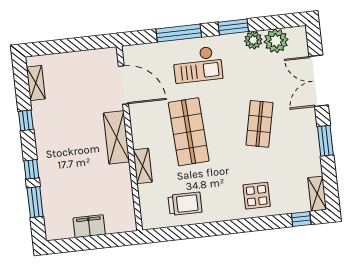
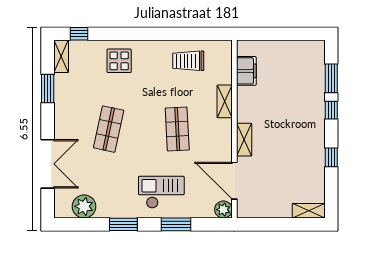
window: (179, 33) -> (176, 224), width x0.69
plant: (253, 40) -> (223, 210), moved
shelving: (36, 83) -> (309, 211), moved, turned 90
shop shelf: (189, 132) -> (177, 129), width x0.70, depth x0.74
shelving: (116, 137) -> (244, 140), width x0.67, depth x0.75
window: (325, 141) -> (48, 88), moved
filing cabinet: (89, 226) -> (246, 71), moved, turned -90

